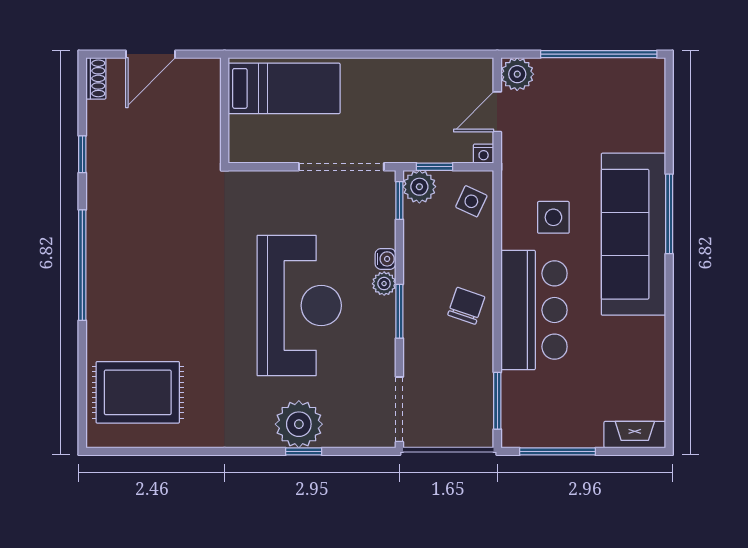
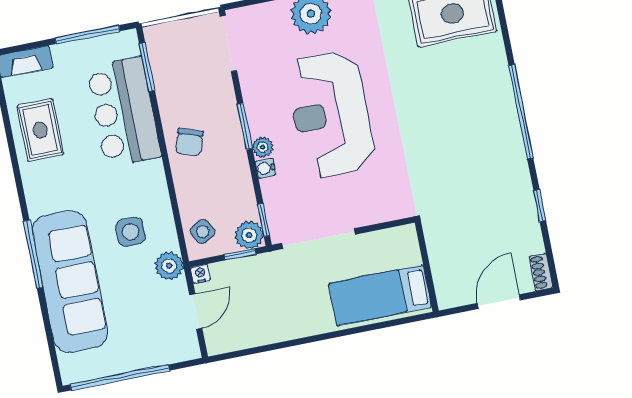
plant: (517, 74) -> (169, 266), moved
side table: (471, 201) -> (203, 231), turned 35
sofa: (633, 234) -> (70, 281), moved
bar counter: (534, 310) -> (124, 112), moved
rug: (633, 353) -> (40, 130), added

